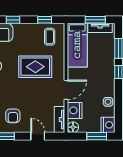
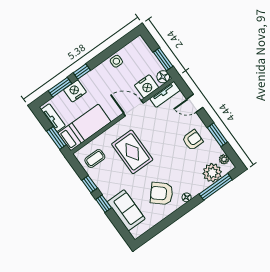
window: (45, 20) -> (90, 184), moved
window: (95, 20) -> (56, 138), moved
nightstand: (108, 125) -> (75, 91), moved
door: (38, 136) -> (195, 103), hinge flipped
window: (97, 136) -> (163, 59), moved

